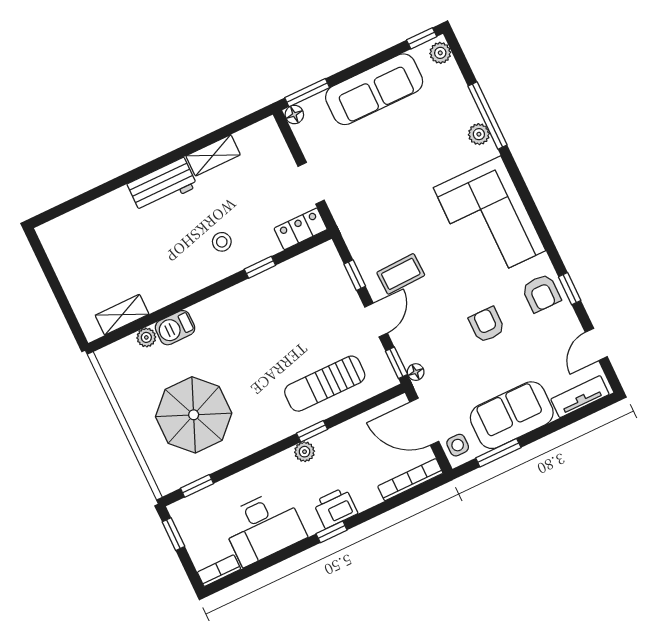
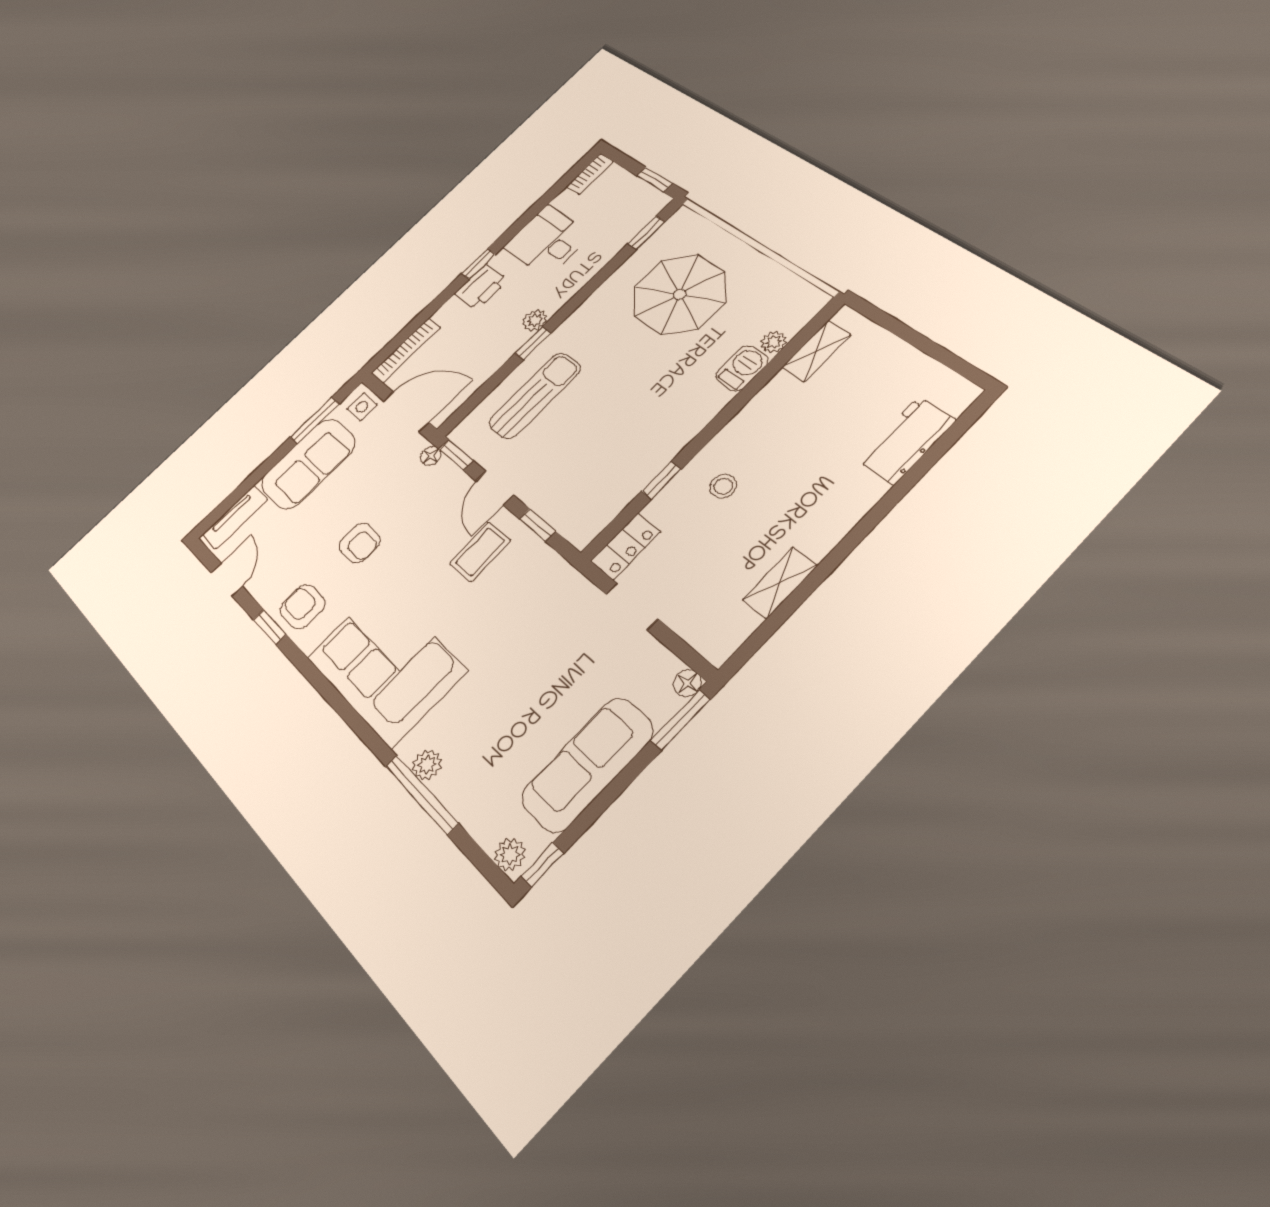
workbench: (162, 185) -> (906, 440), moved
desk: (263, 527) -> (547, 241), width x0.73

